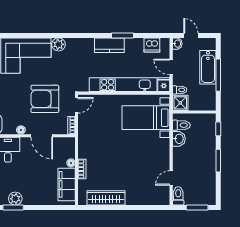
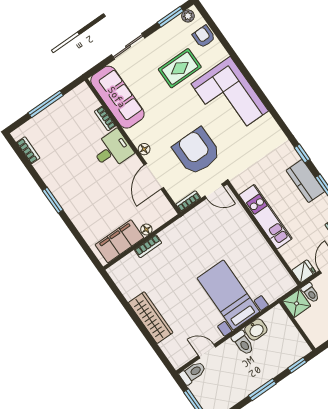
window: (91, 35) -> (302, 153), added
plant: (58, 44) -> (267, 124), removed
kitchen unit: (123, 85) -> (266, 217), width x0.73
bed with nightstands: (146, 118) -> (228, 295), moved
toilet: (181, 125) -> (243, 343), moved
wardrobe: (106, 198) -> (151, 318), moved
plant: (15, 199) -> (64, 196), removed

